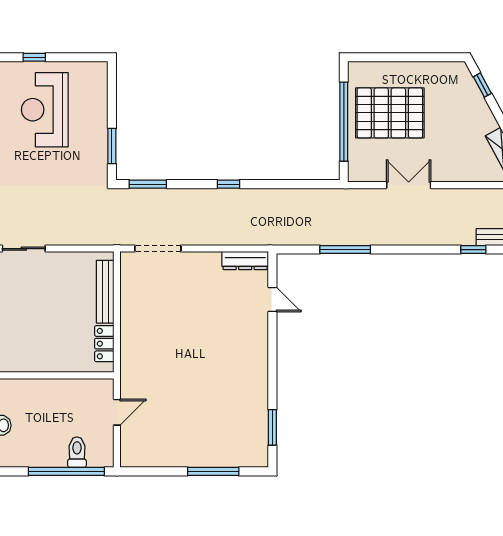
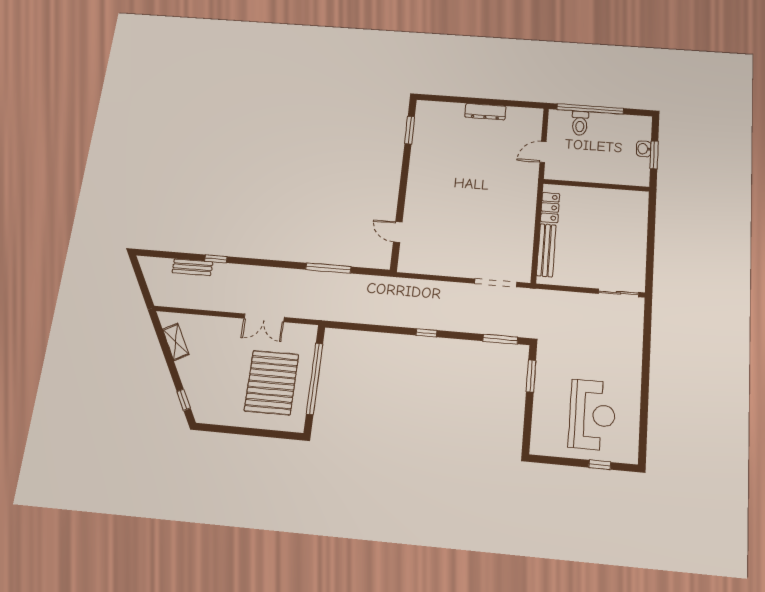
pallet: (390, 113) -> (272, 383), turned 90
dresser: (245, 261) -> (485, 112), moved, turned 180
window: (213, 471) -> (464, 100), removed

